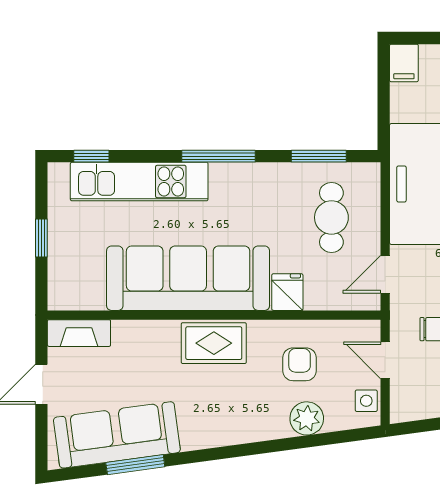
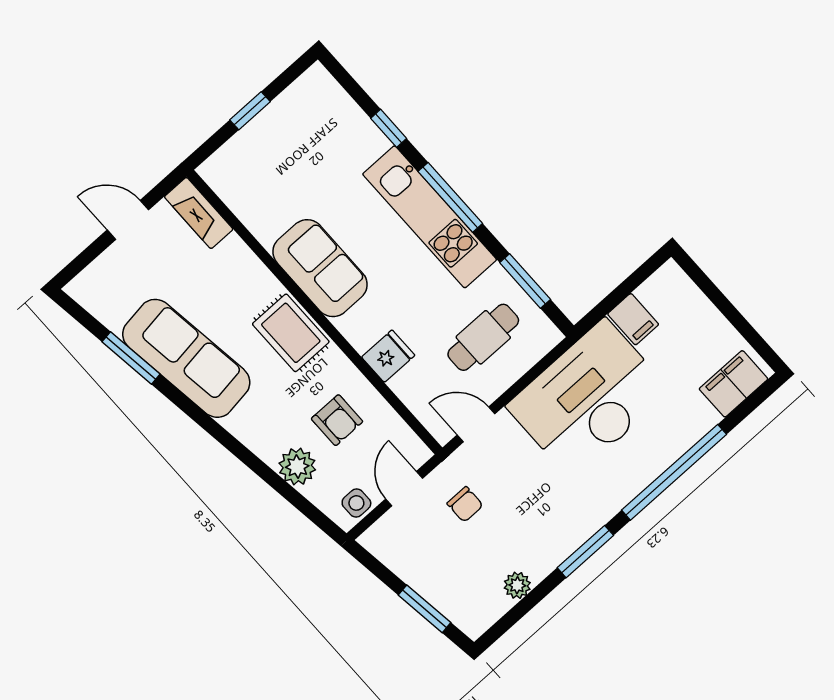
filing cabinet: (404, 63) -> (633, 319), moved, turned -90
window: (91, 156) -> (389, 128), moved
kitchen unit: (139, 181) -> (430, 217), moved
sofa: (188, 278) -> (320, 268), width x0.54, depth x0.79
armchair: (300, 364) -> (337, 420), turned 90
sofa: (117, 435) -> (186, 358), moved

